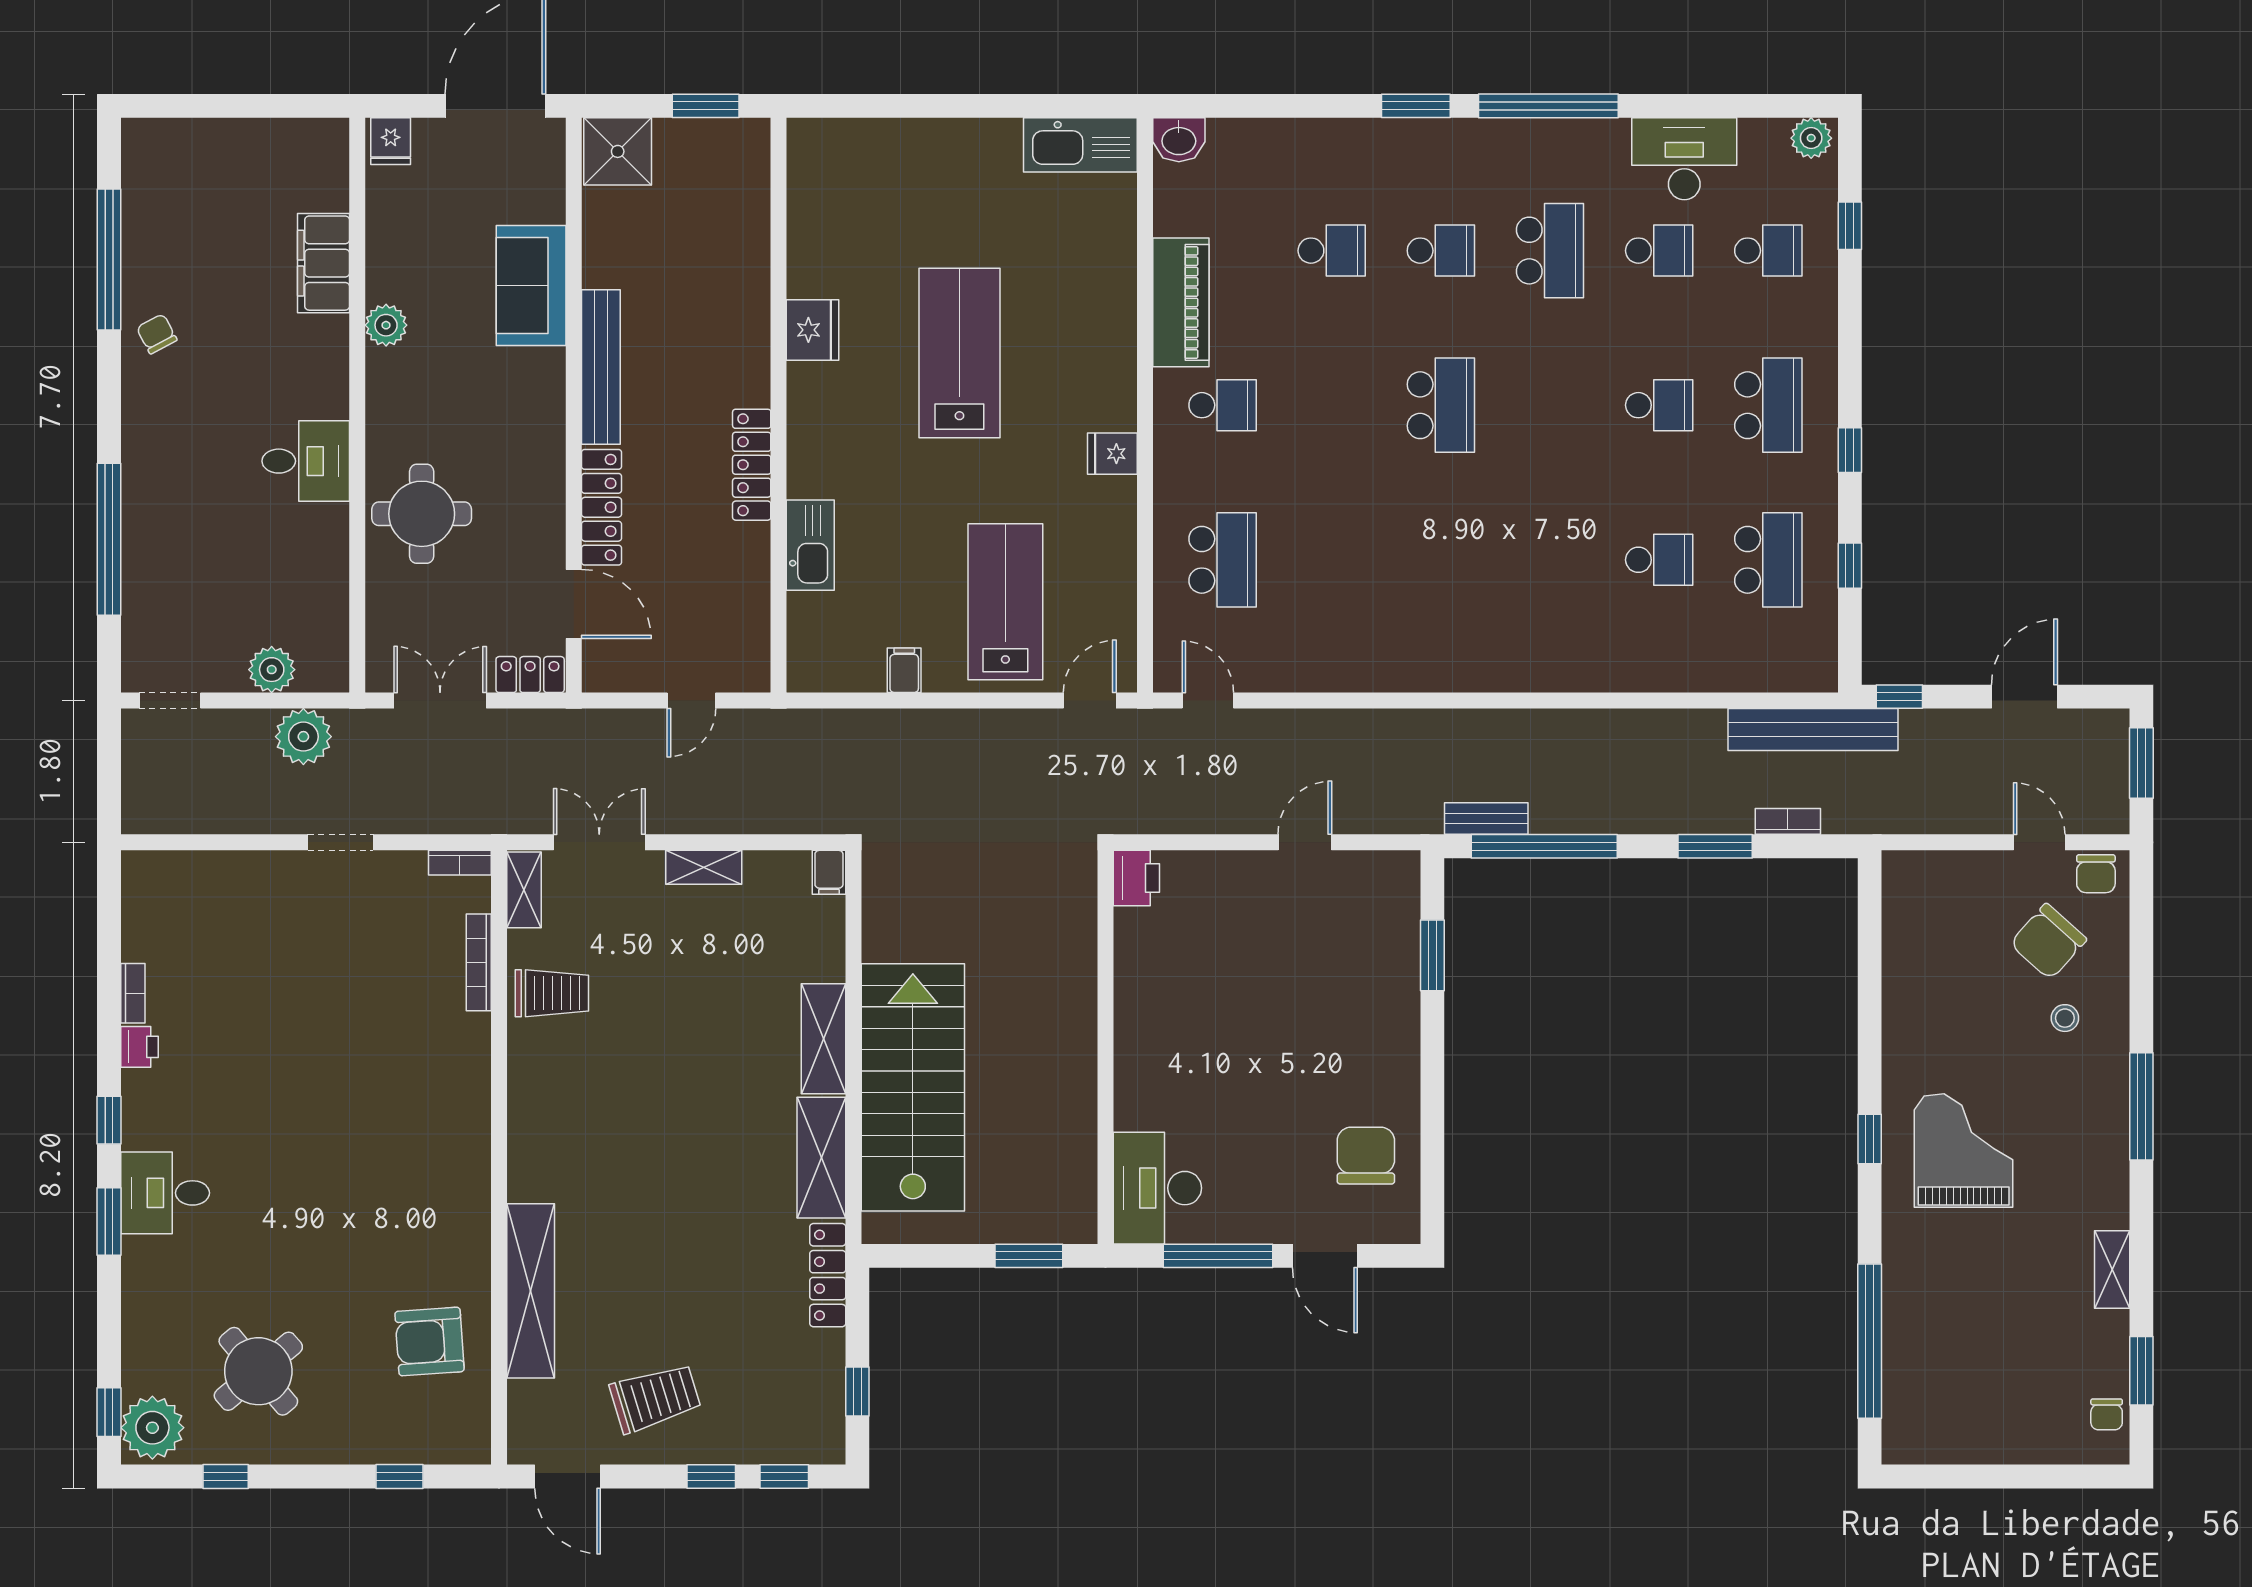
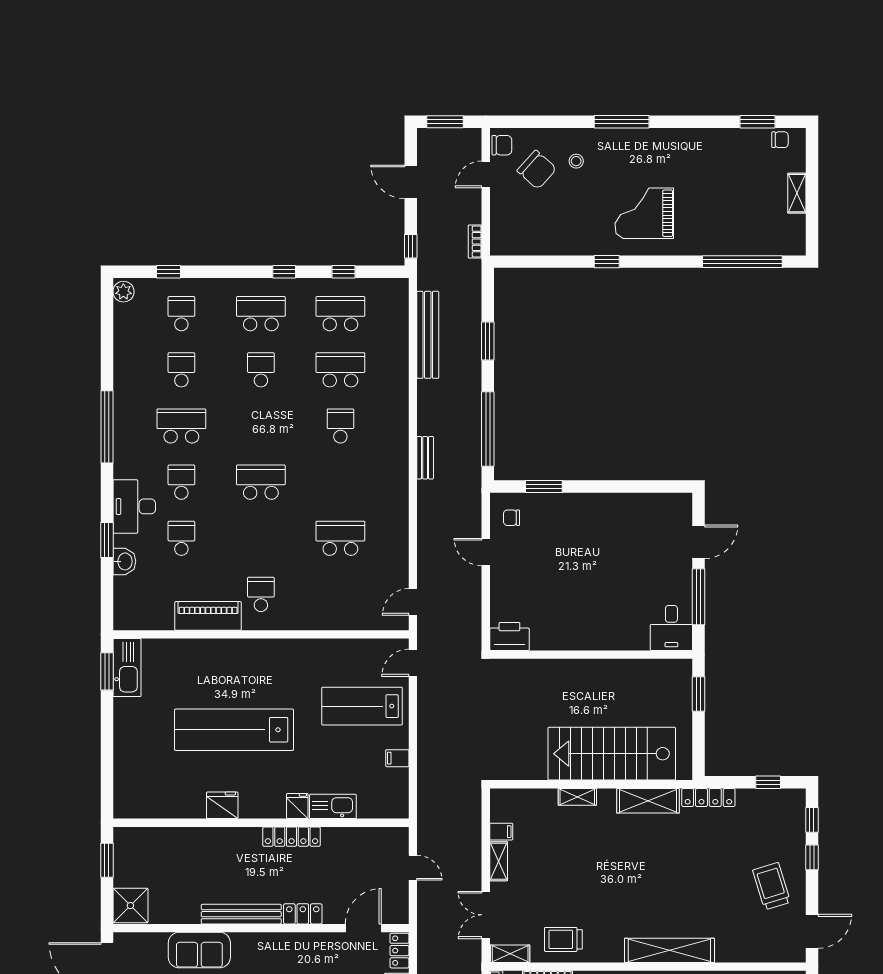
window: (1073, 106) -> (107, 671), added
window: (1416, 106) -> (107, 540), moved
washbasin: (1179, 140) -> (124, 561), moved
desk: (1684, 159) -> (134, 506), moved
lab bench: (959, 353) -> (234, 730), width x1.36
fridge: (1112, 454) -> (297, 806), moved, turned 180
locker: (601, 507) -> (303, 914), width x0.66
school desk: (1223, 560) -> (340, 538), moved
school desk: (1550, 560) -> (340, 426), added
school desk: (1659, 560) -> (340, 370), width x1.85
door: (1090, 701) -> (413, 663), hinge flipped
bench: (1813, 730) -> (428, 335), moved
bench: (1486, 819) -> (425, 458), moved
bookcase: (1788, 821) -> (475, 242), moved
filing cabinet: (829, 872) -> (501, 832), moved
printer: (1136, 878) -> (509, 636), width x1.37, depth x1.19
trolley: (552, 993) -> (563, 939), turned -90
shelving: (824, 1039) -> (577, 797), width x0.67, depth x0.75
window: (1870, 1139) -> (607, 262), moved
chair: (1366, 1156) -> (512, 518), moved, width x0.54, depth x0.54
desk: (1157, 1188) -> (671, 628), width x0.73
shelving: (2112, 1269) -> (797, 193), moved, turned 90
shelving: (531, 1291) -> (669, 950), moved

